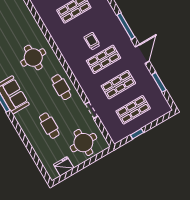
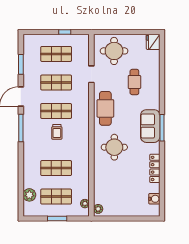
cafe table: (61, 87) -> (105, 108), width x1.37, depth x1.35
fridge: (64, 166) -> (153, 42), moved, turned 90

